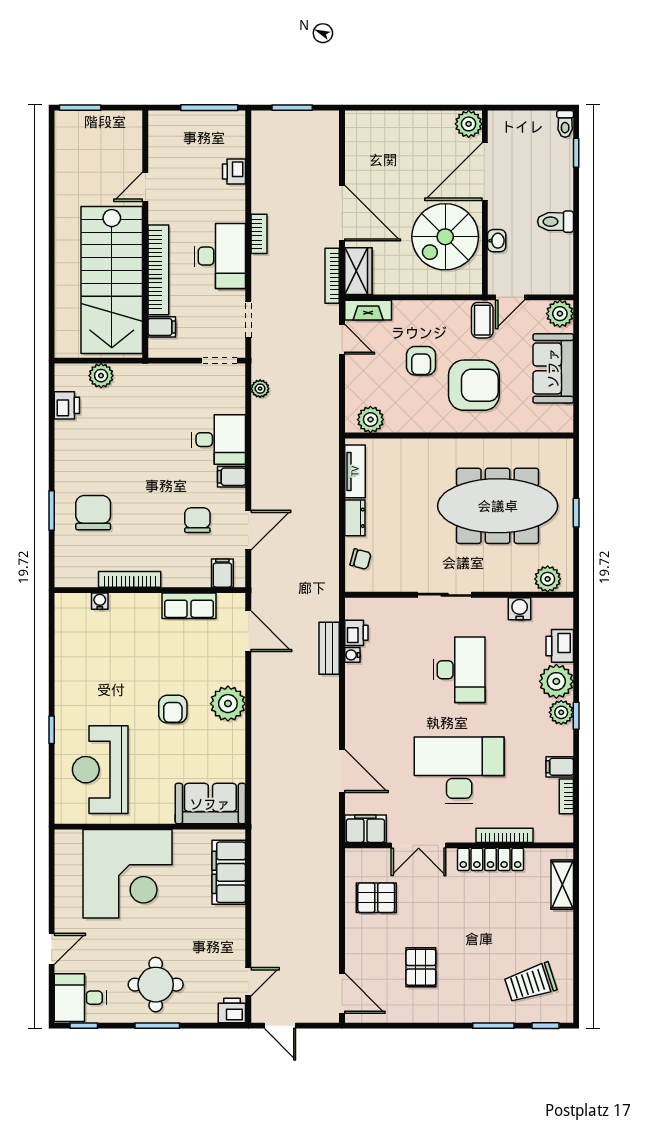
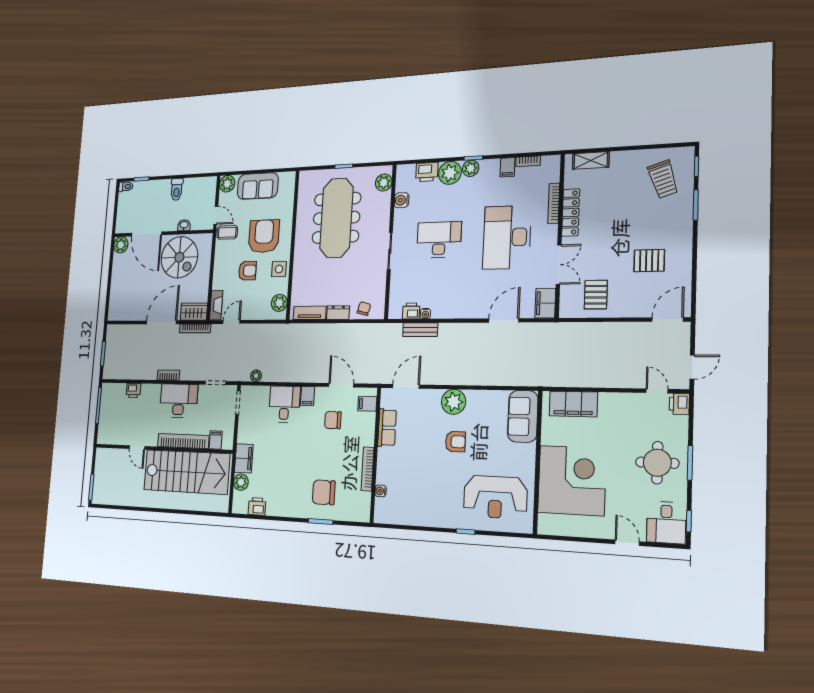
filing cabinet: (136, 378) -> (244, 458), added
side table: (422, 415) -> (279, 269), added

